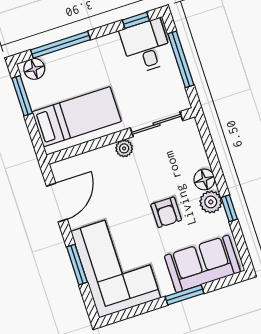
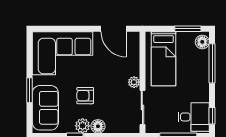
window: (77, 265) -> (71, 29), removed

